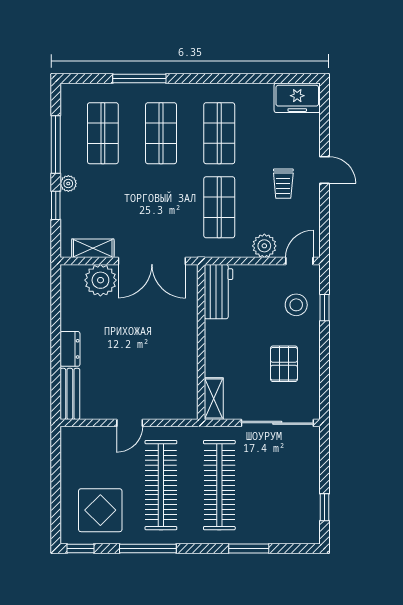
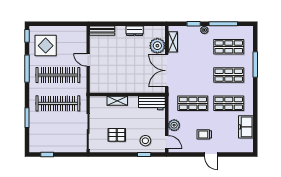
freezer: (297, 98) -> (246, 127), moved
door: (325, 170) -> (211, 154), hinge flipped
dresser: (70, 349) -> (135, 31), moved
shelving: (214, 399) -> (117, 101), moved

